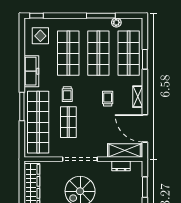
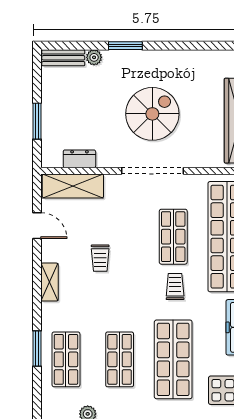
shop shelf: (98, 53) -> (120, 359), width x0.70, depth x0.74
shop shelf: (129, 53) -> (66, 359), width x0.70, depth x0.74
trolley: (108, 99) -> (100, 258), moved
door: (145, 128) -> (37, 226), width x0.53

